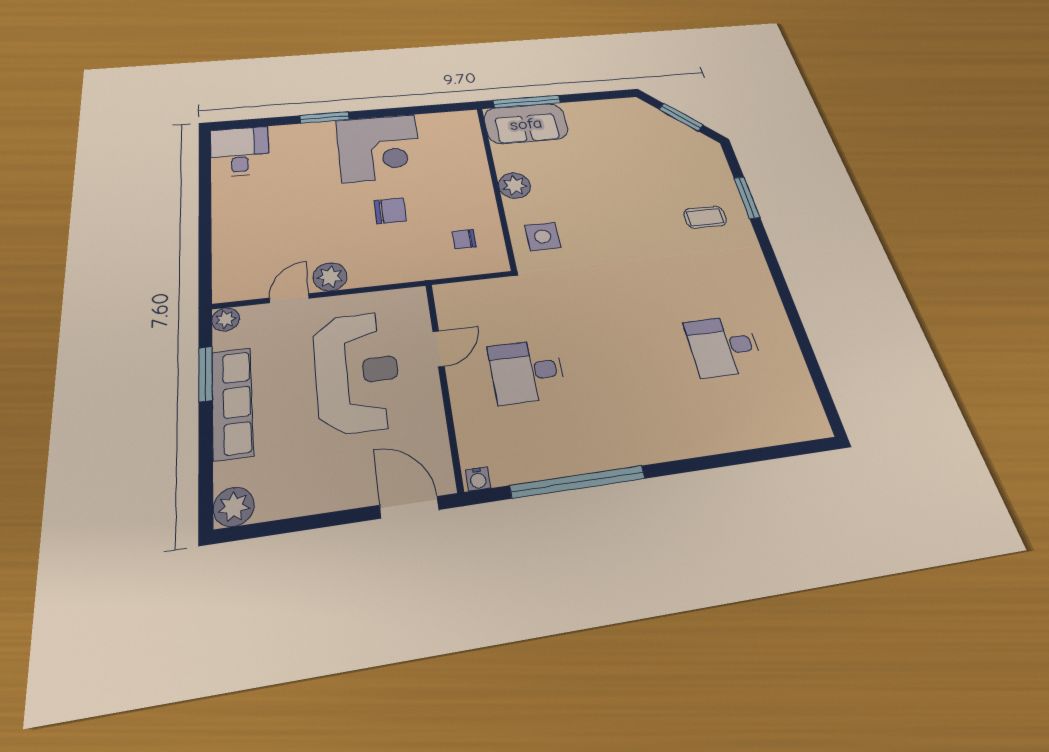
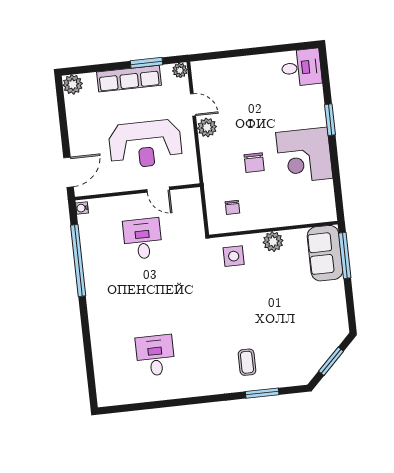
chair: (464, 239) -> (232, 207), turned 180

